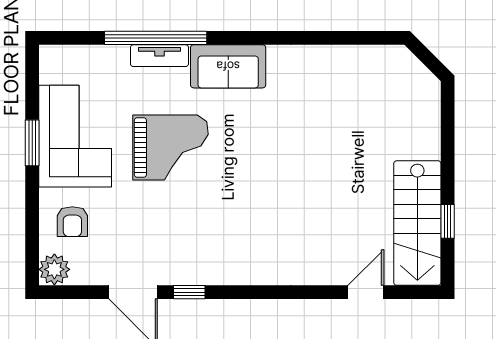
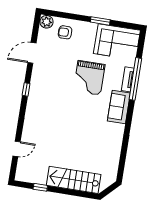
corner sofa: (75, 136) -> (117, 42), moved
stairs: (417, 223) -> (74, 180), moved
window: (189, 292) -> (26, 89), moved
door: (366, 292) -> (17, 149), hinge flipped

